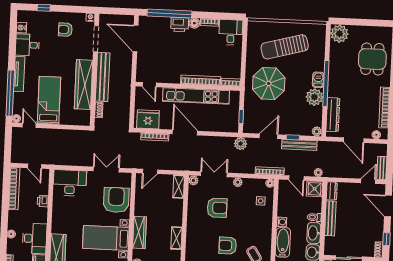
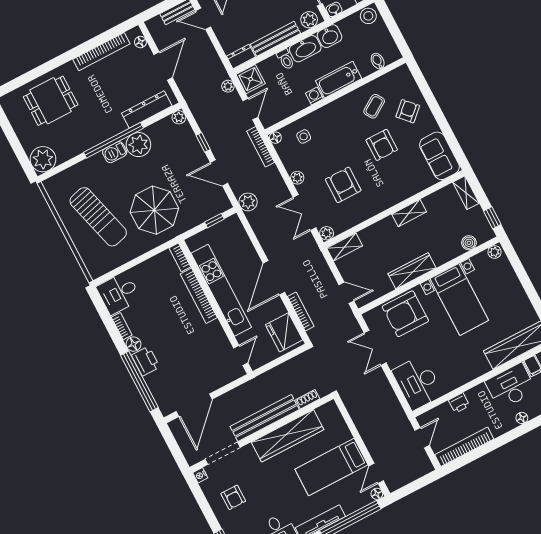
bench: (299, 145) -> (208, 129), removed
wardrobe: (140, 233) -> (412, 271), moved
plant: (330, 246) -> (309, 20), added

